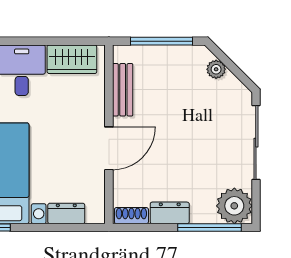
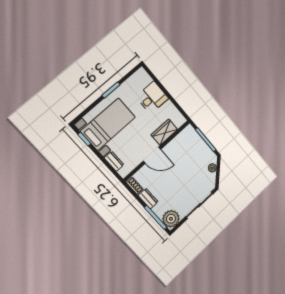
wardrobe: (72, 59) -> (164, 132), moved, turned 90
bench: (123, 90) -> (177, 141), removed

